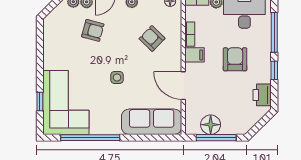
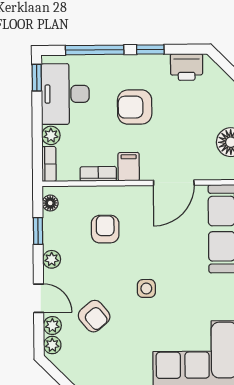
armchair: (93, 30) -> (94, 316), turned 125
armchair: (152, 39) -> (105, 229), turned 136
side table: (117, 77) -> (146, 288), moved

